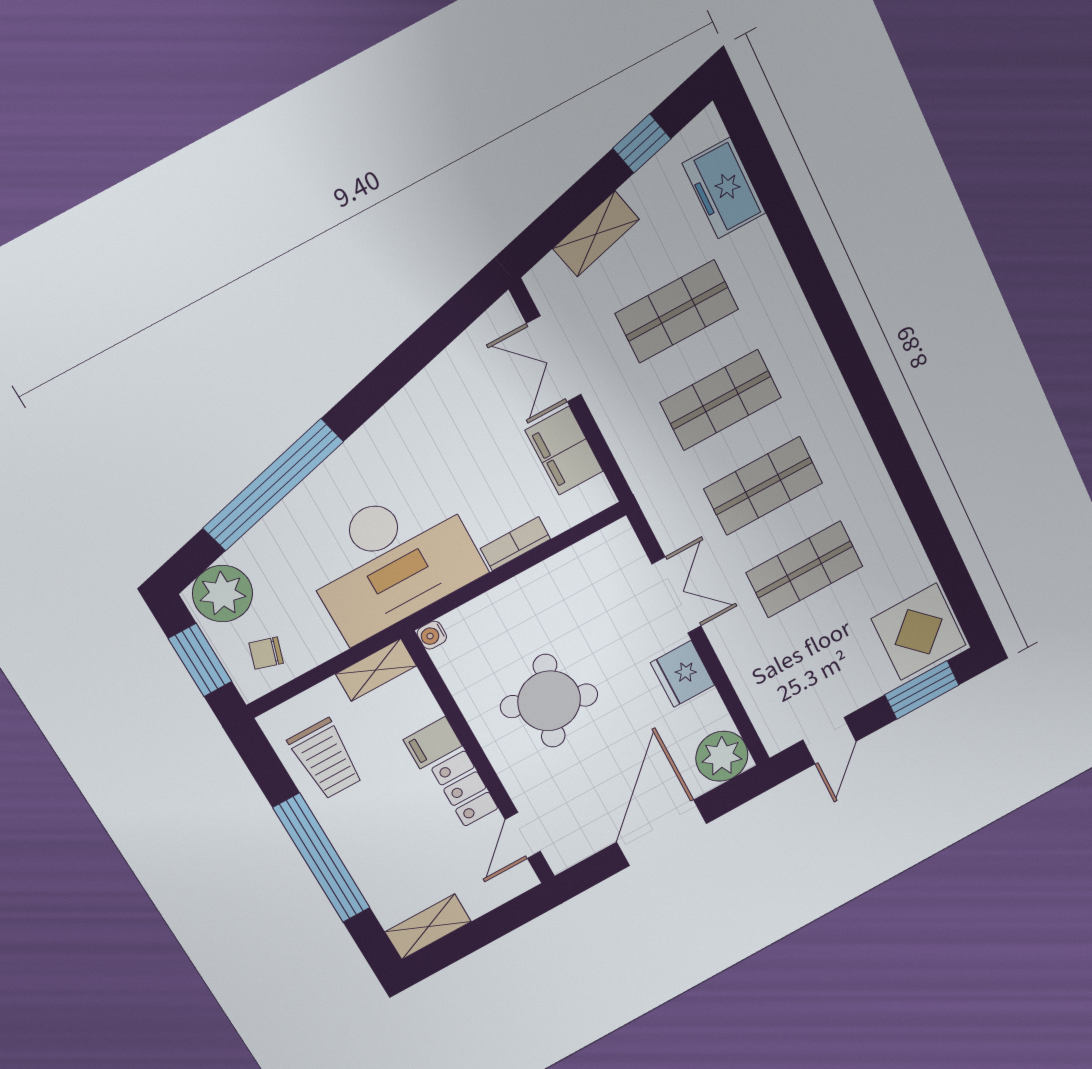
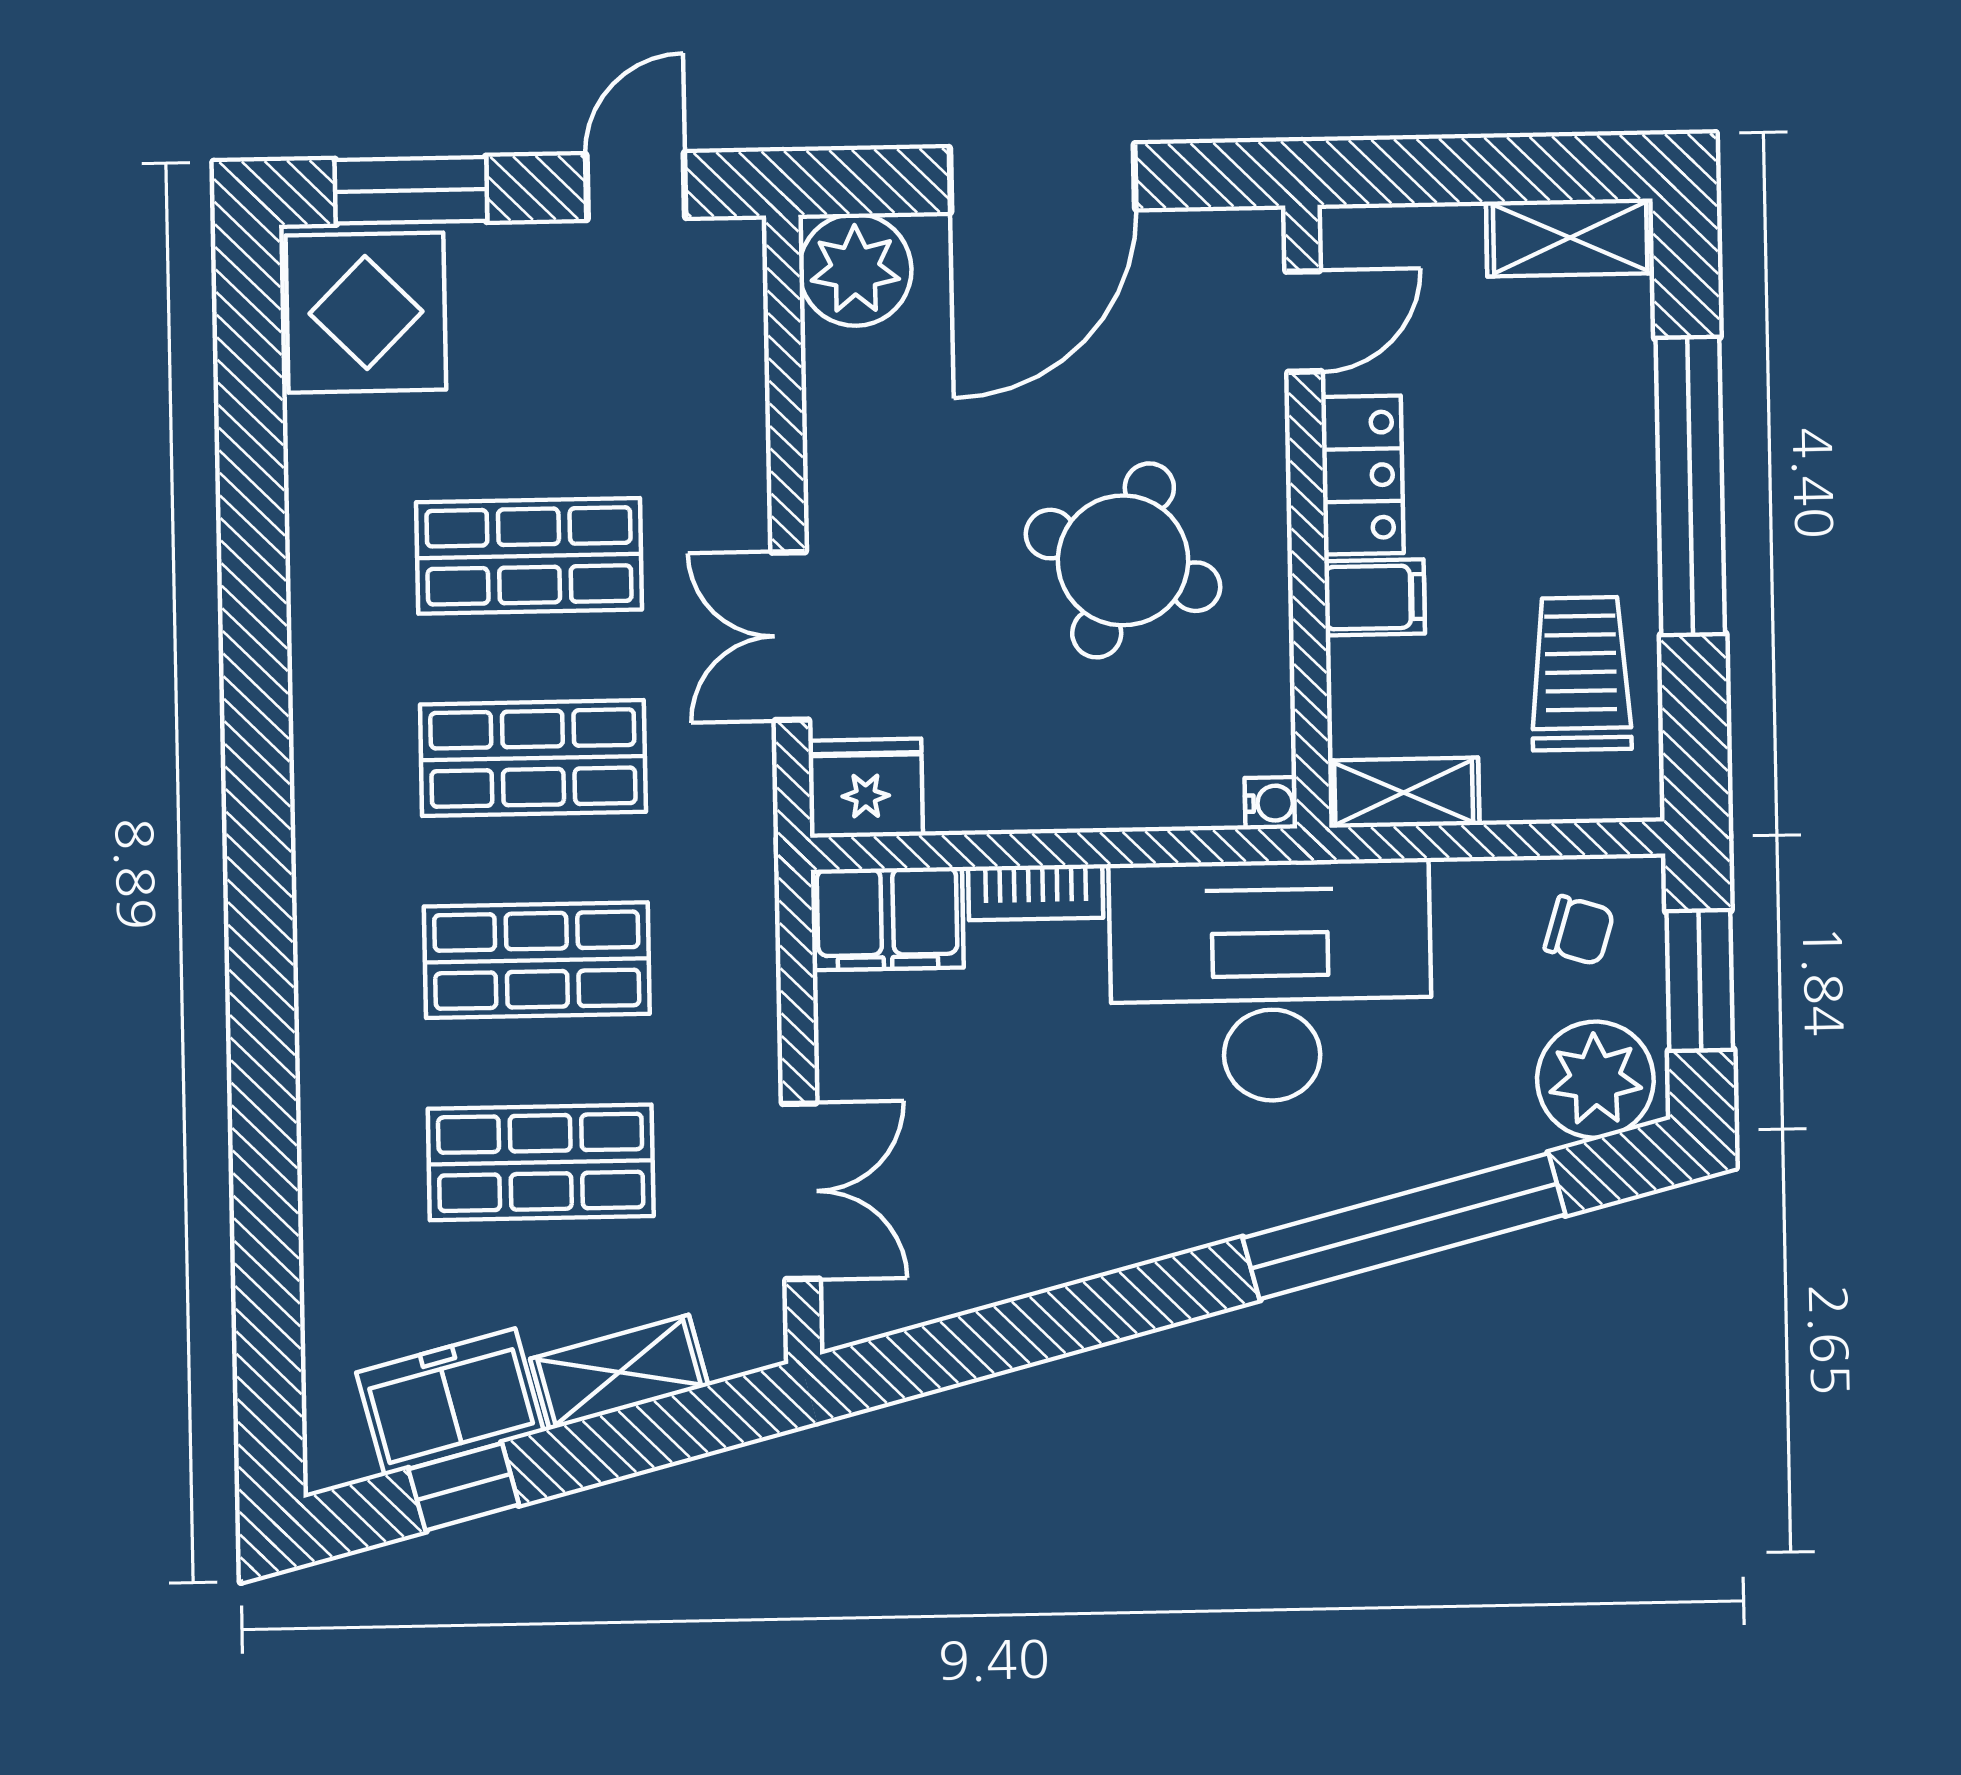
freezer: (724, 188) -> (450, 1402), moved, turned -104
filing cabinet: (564, 451) -> (887, 919), moved, turned 90
fridge: (683, 674) -> (866, 788), moved, turned -90

